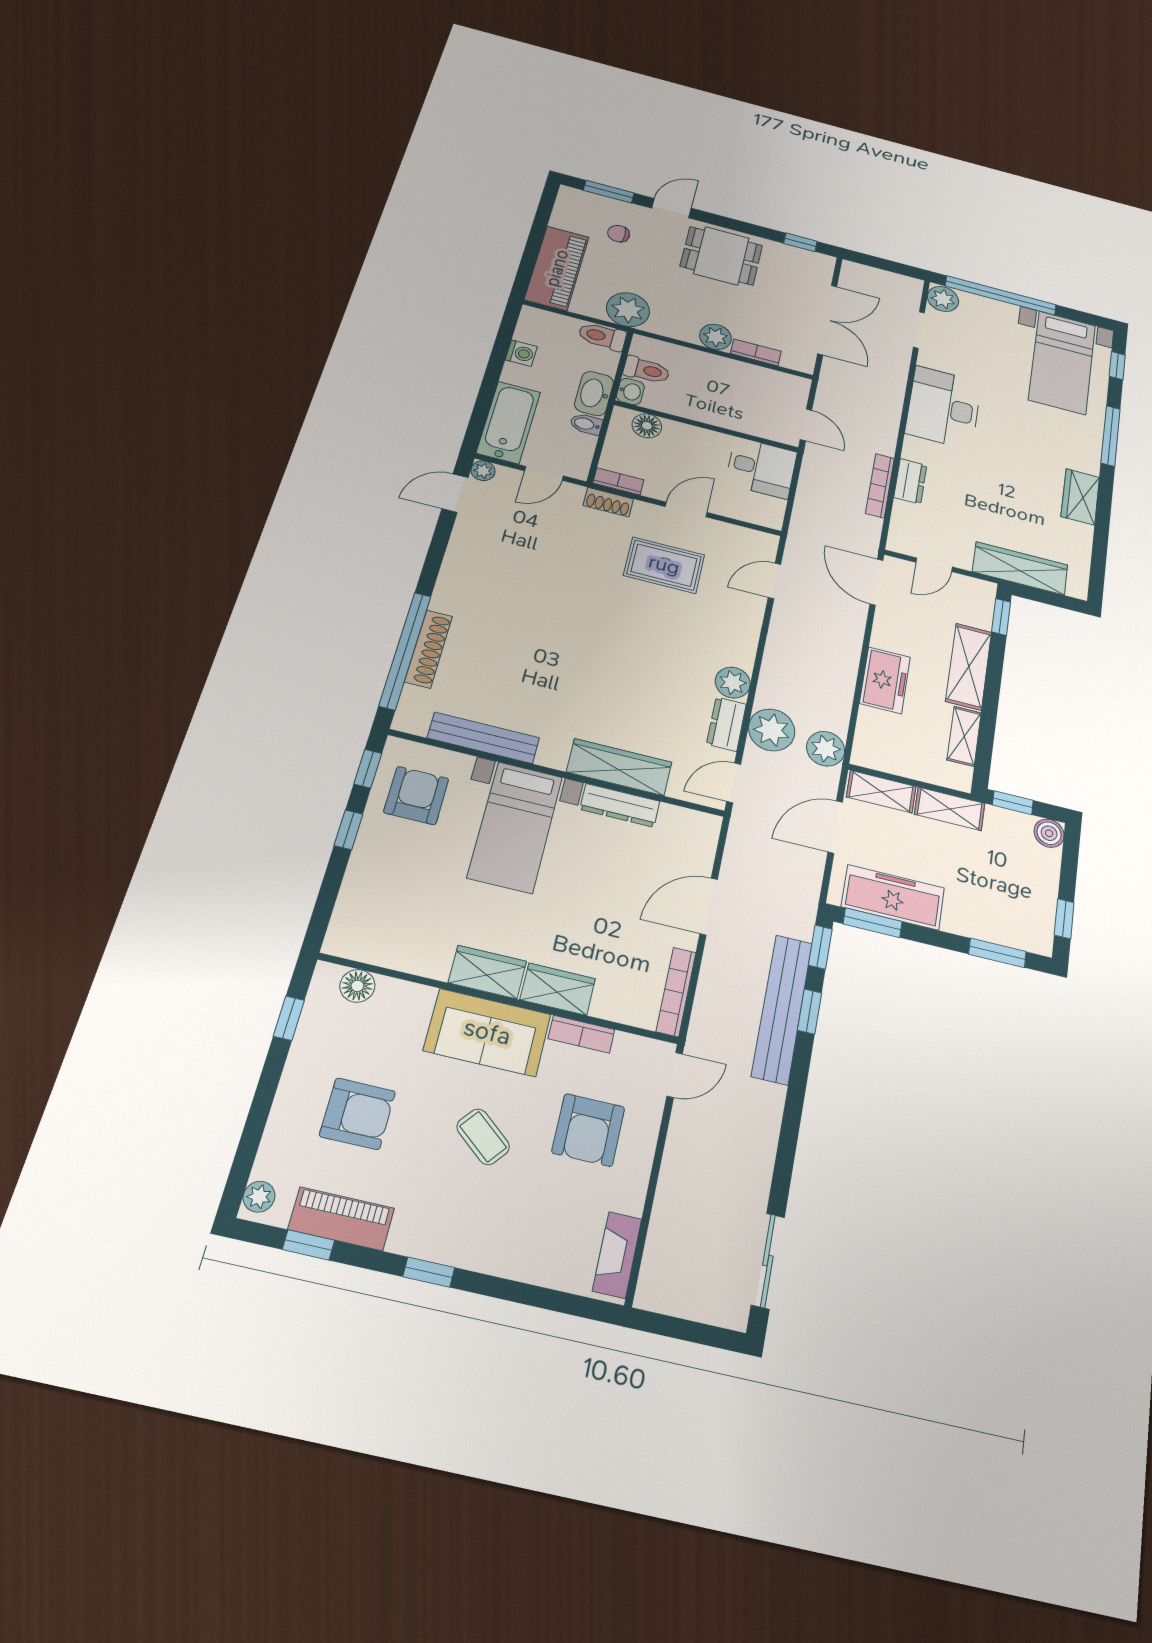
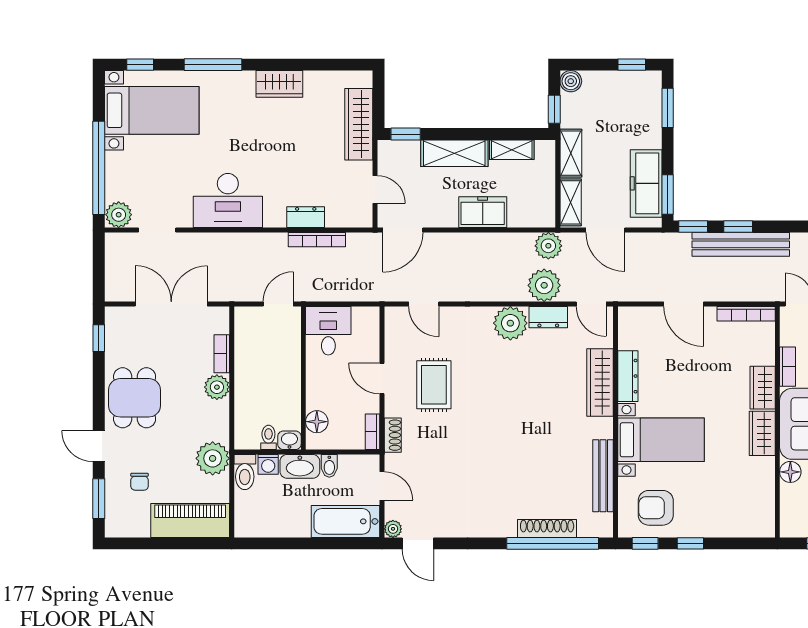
washing machine: (521, 353) -> (268, 464), moved, turned 180
toilet: (646, 370) -> (268, 437), width x0.73, depth x0.72
plant: (733, 683) -> (510, 323), width x1.36, depth x1.36
floor lamp: (357, 986) -> (790, 472), moved

